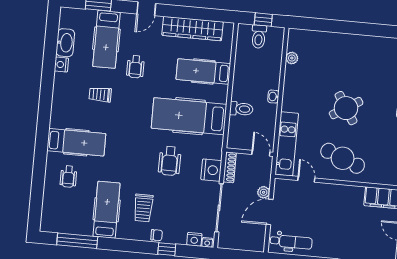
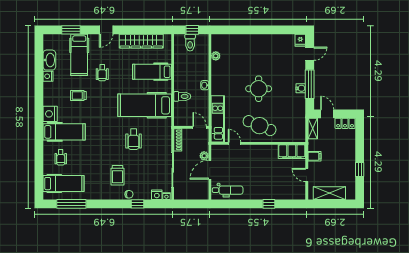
round table: (346, 108) -> (259, 89), turned 32
nightstand: (211, 170) -> (50, 114), moved, turned 180
hospital bed: (107, 210) -> (64, 184), moved, turned 90

